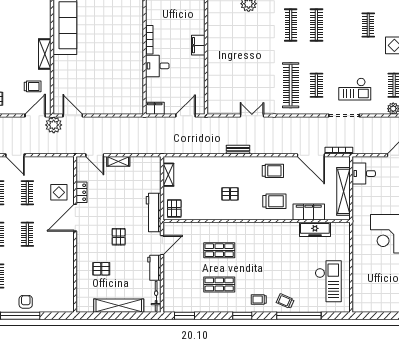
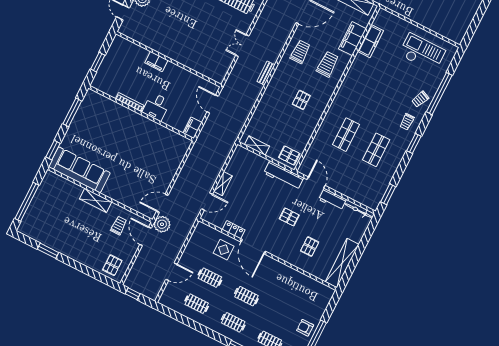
shelving: (119, 306) -> (342, 263), moved

